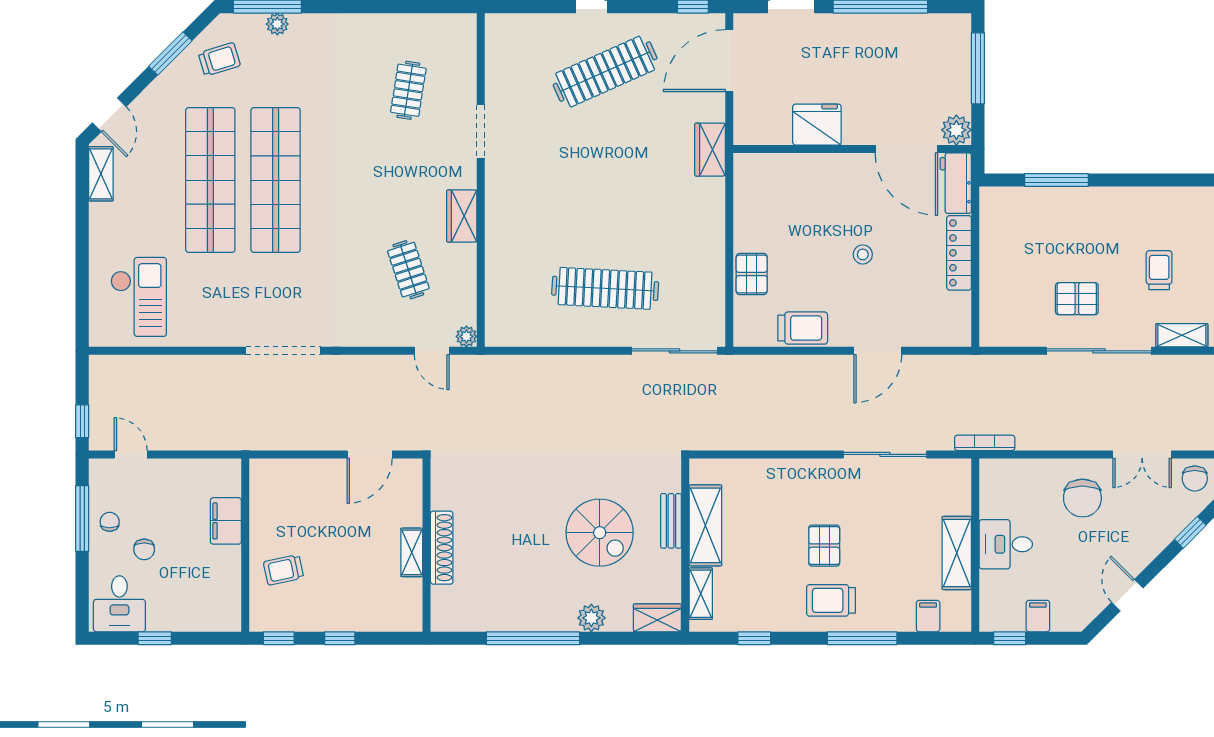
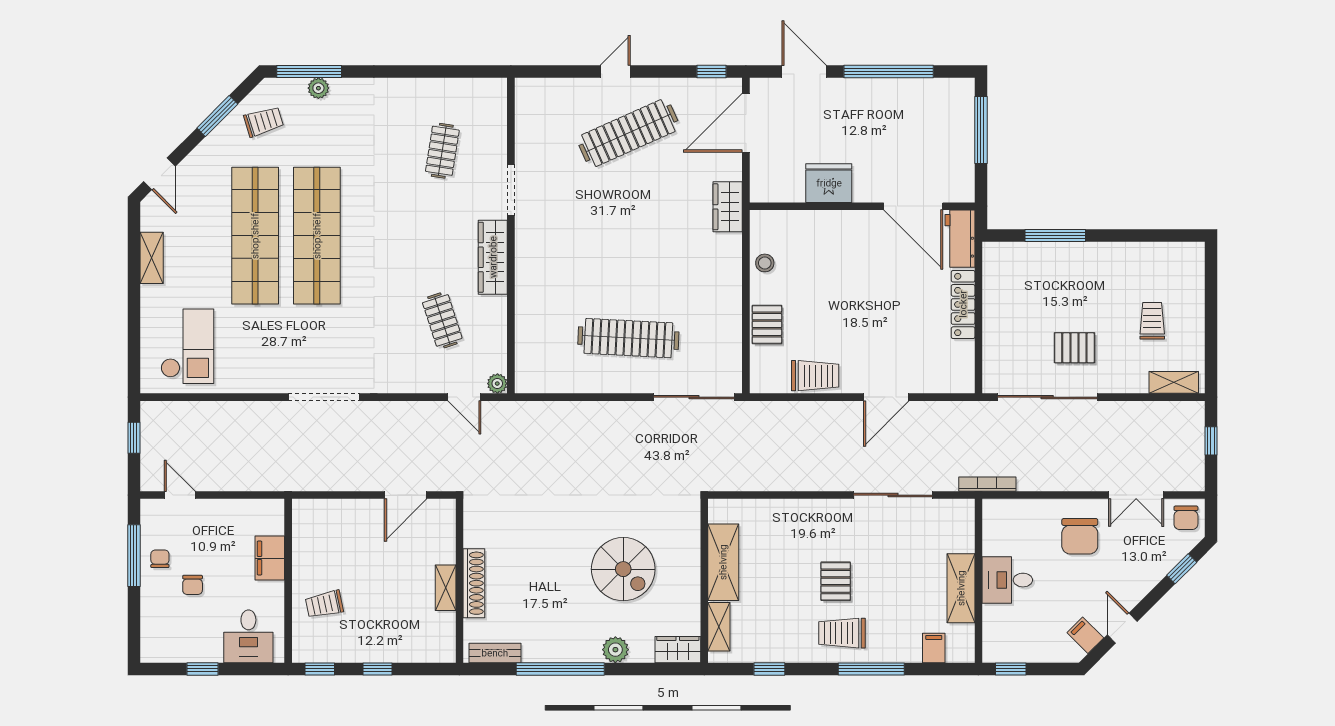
plant: (956, 130) -> (961, 188), removed
shelving: (101, 174) -> (152, 258), moved
wardrobe: (462, 216) -> (493, 257), width x1.50
stool: (863, 254) -> (765, 263), moved
sliding door: (1099, 351) -> (1047, 397), moved
window: (82, 421) -> (134, 438), moved
bench: (671, 521) -> (495, 653), moved, turned 90
desk: (119, 604) -> (248, 636), moved
filing cabinet: (1038, 616) -> (1085, 635), moved, turned -45

